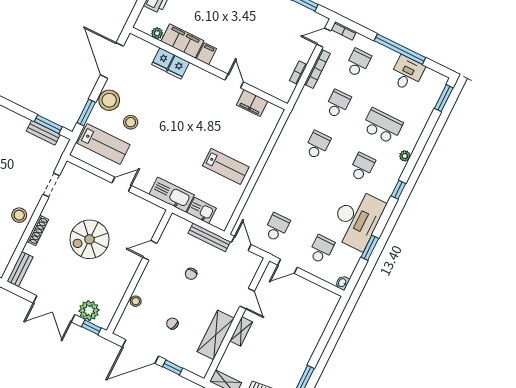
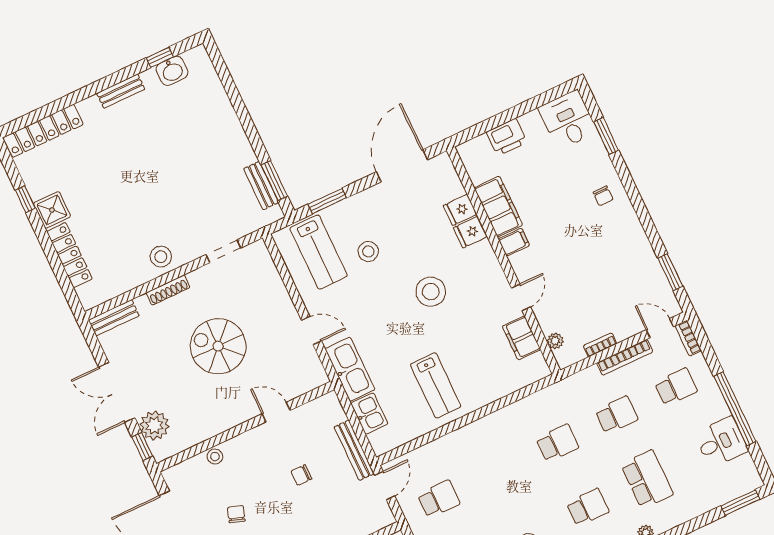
plant: (157, 33) -> (555, 341), moved
stool: (109, 100) -> (431, 292), moved
door: (122, 184) -> (311, 331), moved

